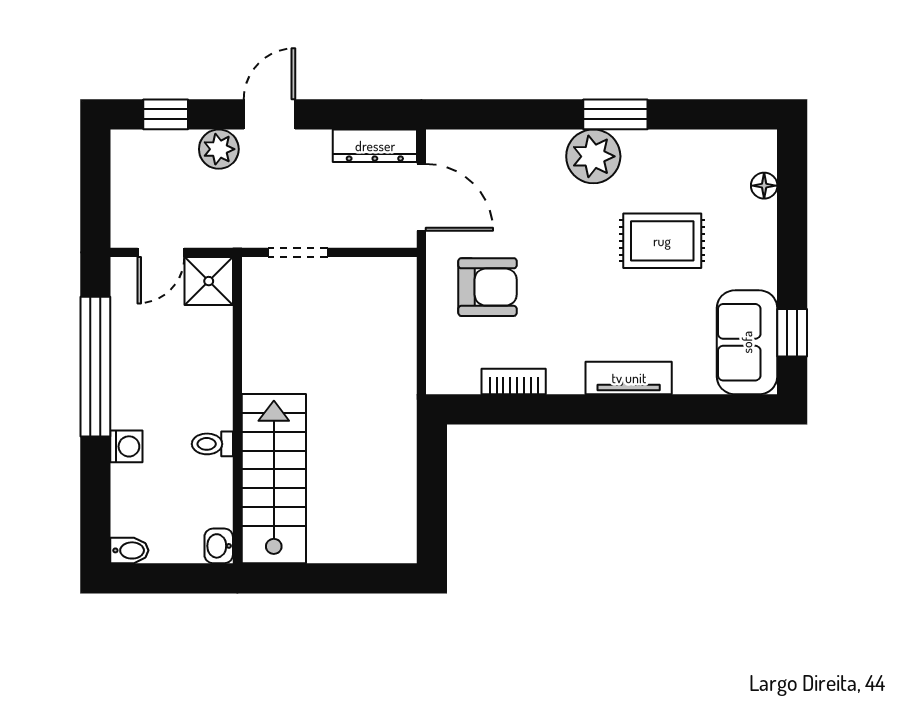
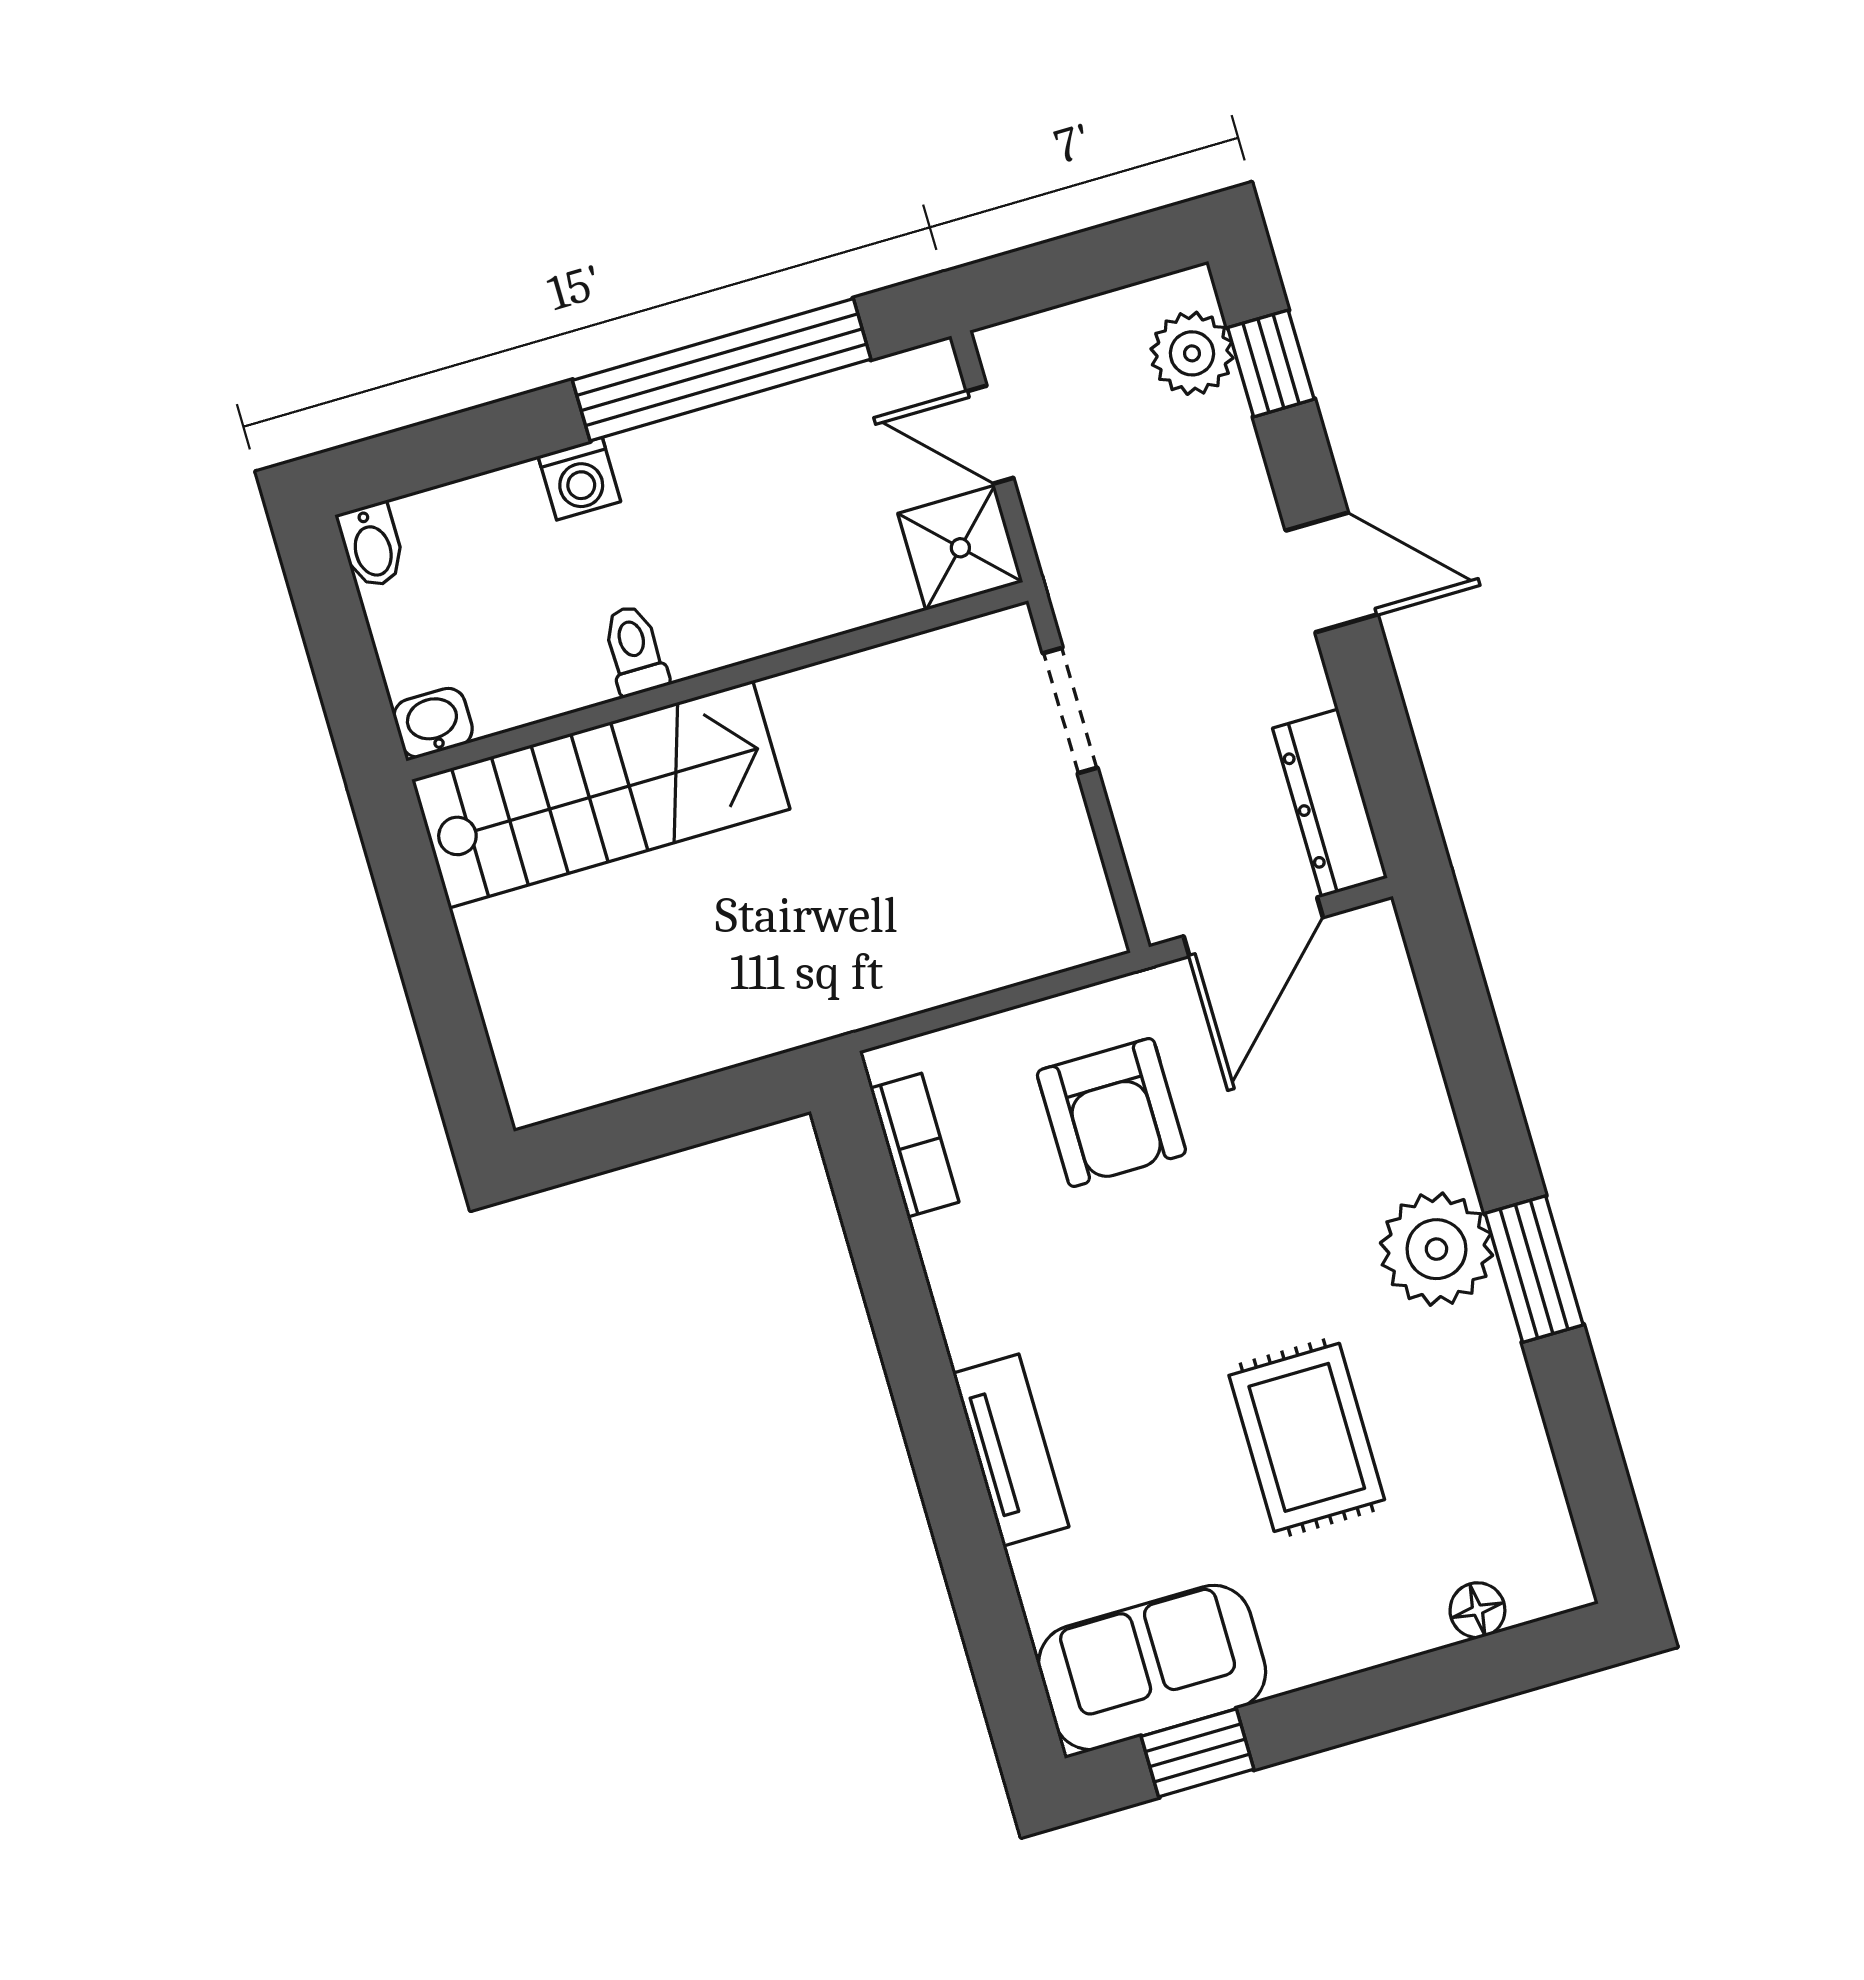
plant: (219, 149) -> (1192, 353), moved
bookcase: (514, 382) -> (915, 1145), moved

